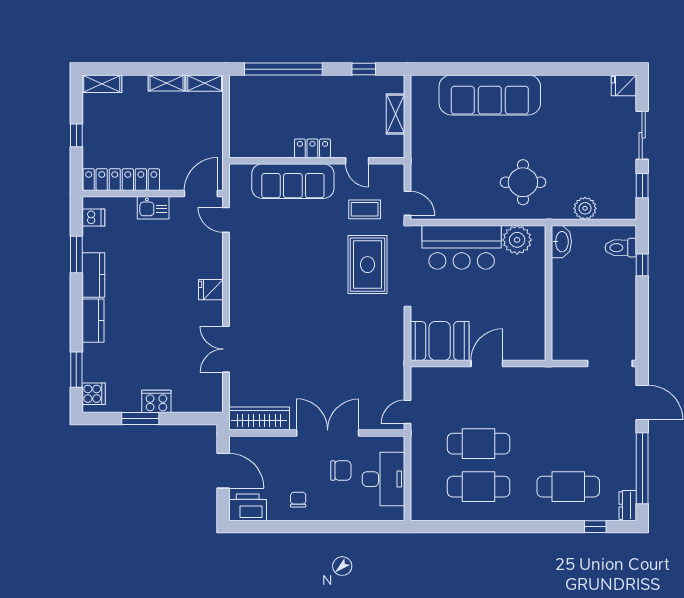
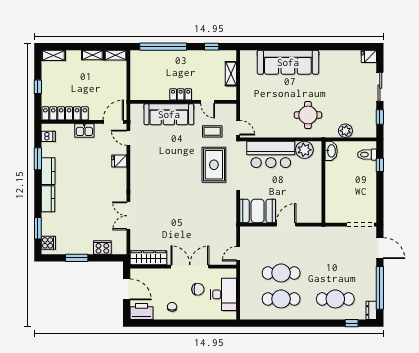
fridge: (211, 290) -> (119, 161), moved
cooker: (156, 401) -> (102, 248), moved

